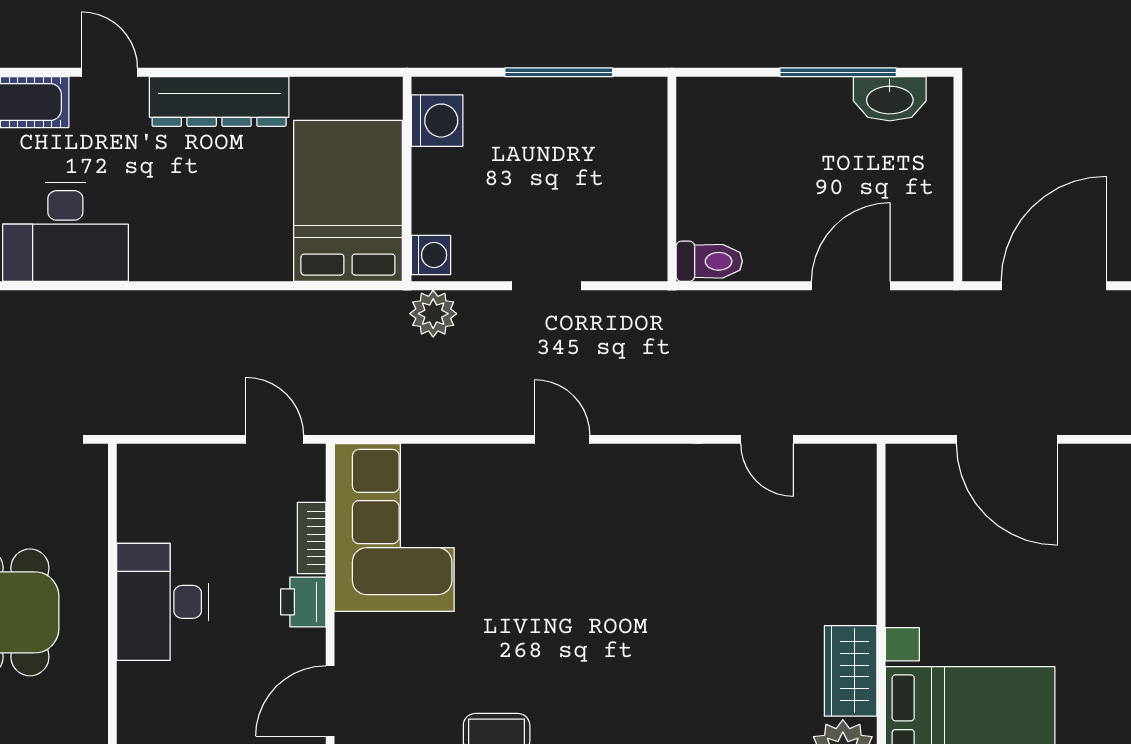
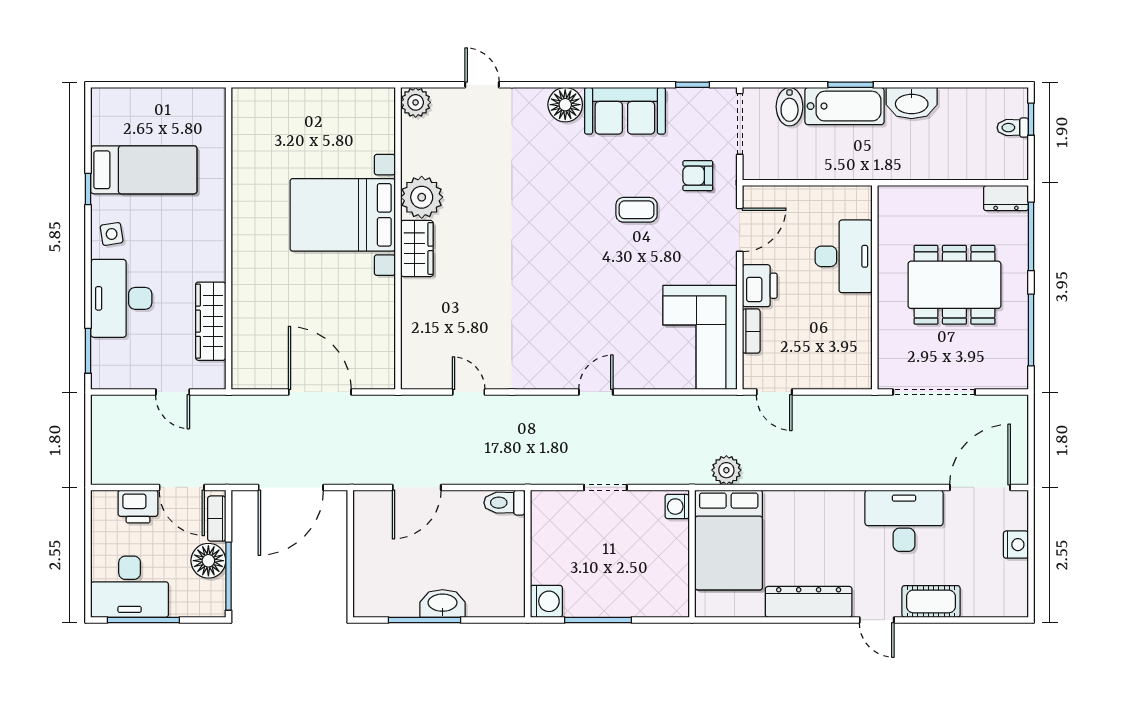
washbasin: (890, 99) -> (443, 603), moved
washing machine: (437, 121) -> (546, 601), moved, turned 180
plant: (433, 314) -> (726, 470), moved
door: (562, 439) -> (596, 392), swing flipped
desk: (163, 602) -> (844, 256), moved
printer: (303, 602) -> (760, 286), width x1.36, depth x1.24

